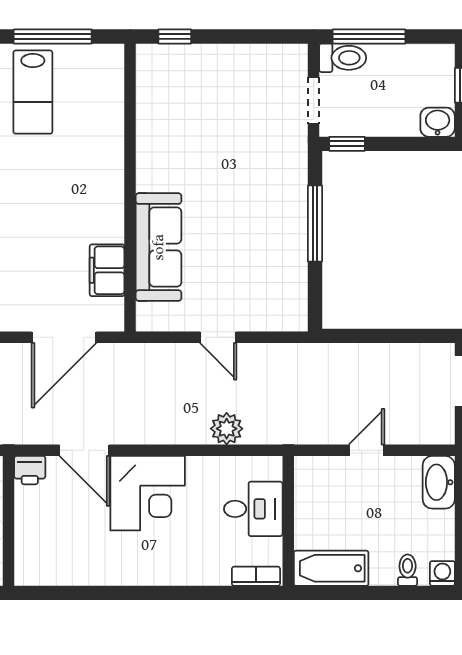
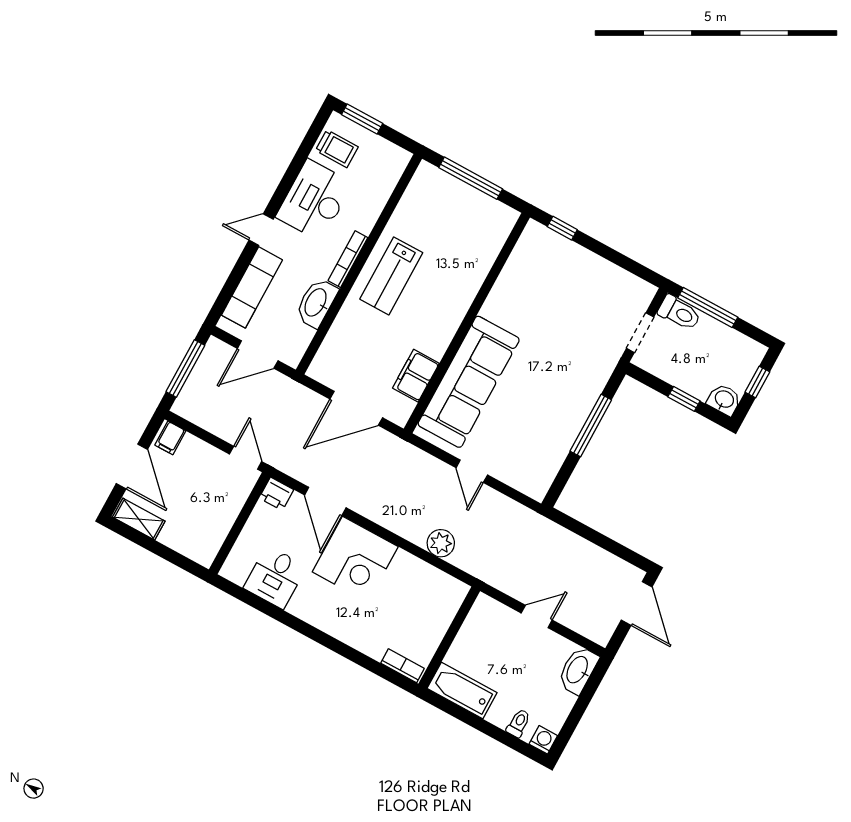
lab bench: (33, 92) -> (391, 276), moved
window: (347, 144) -> (684, 399), moved
sofa: (159, 247) -> (469, 382), width x1.36, depth x1.27
desk: (253, 509) -> (275, 577), moved, turned 90

